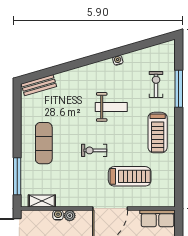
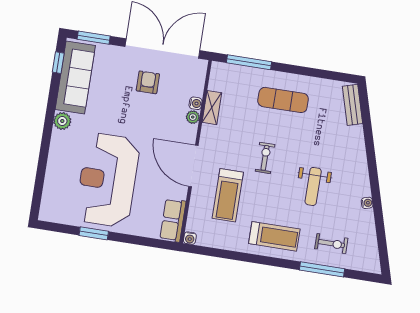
treadmill: (158, 133) -> (274, 236), turned 180
shelving: (42, 201) -> (212, 108), moved
water cooler: (170, 202) -> (190, 238), added

